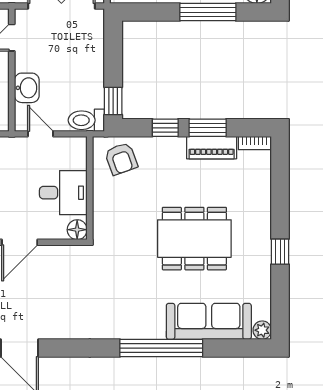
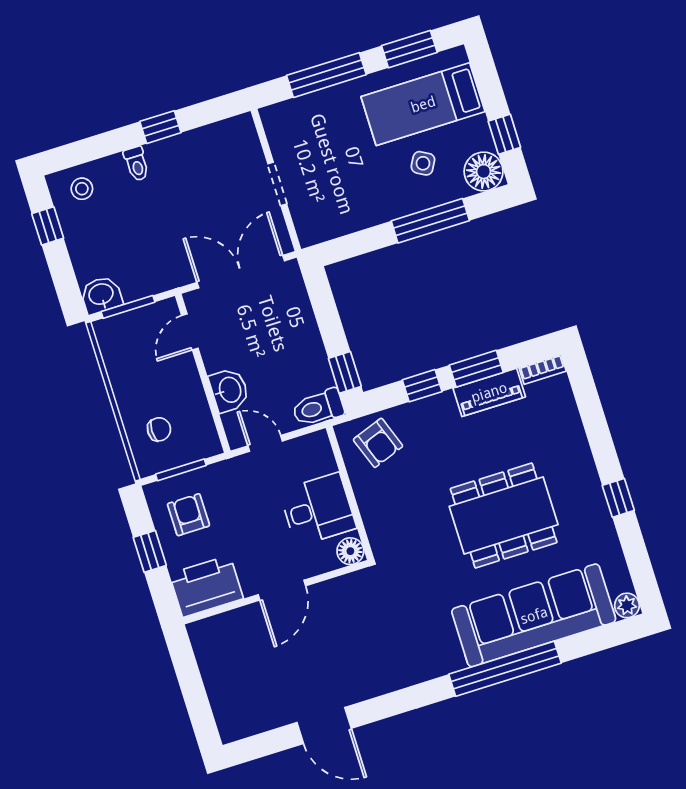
sofa: (209, 321) -> (534, 615), width x1.36, depth x1.27

